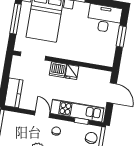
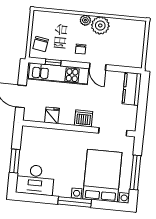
fridge: (72, 72) -> (52, 115), moved

